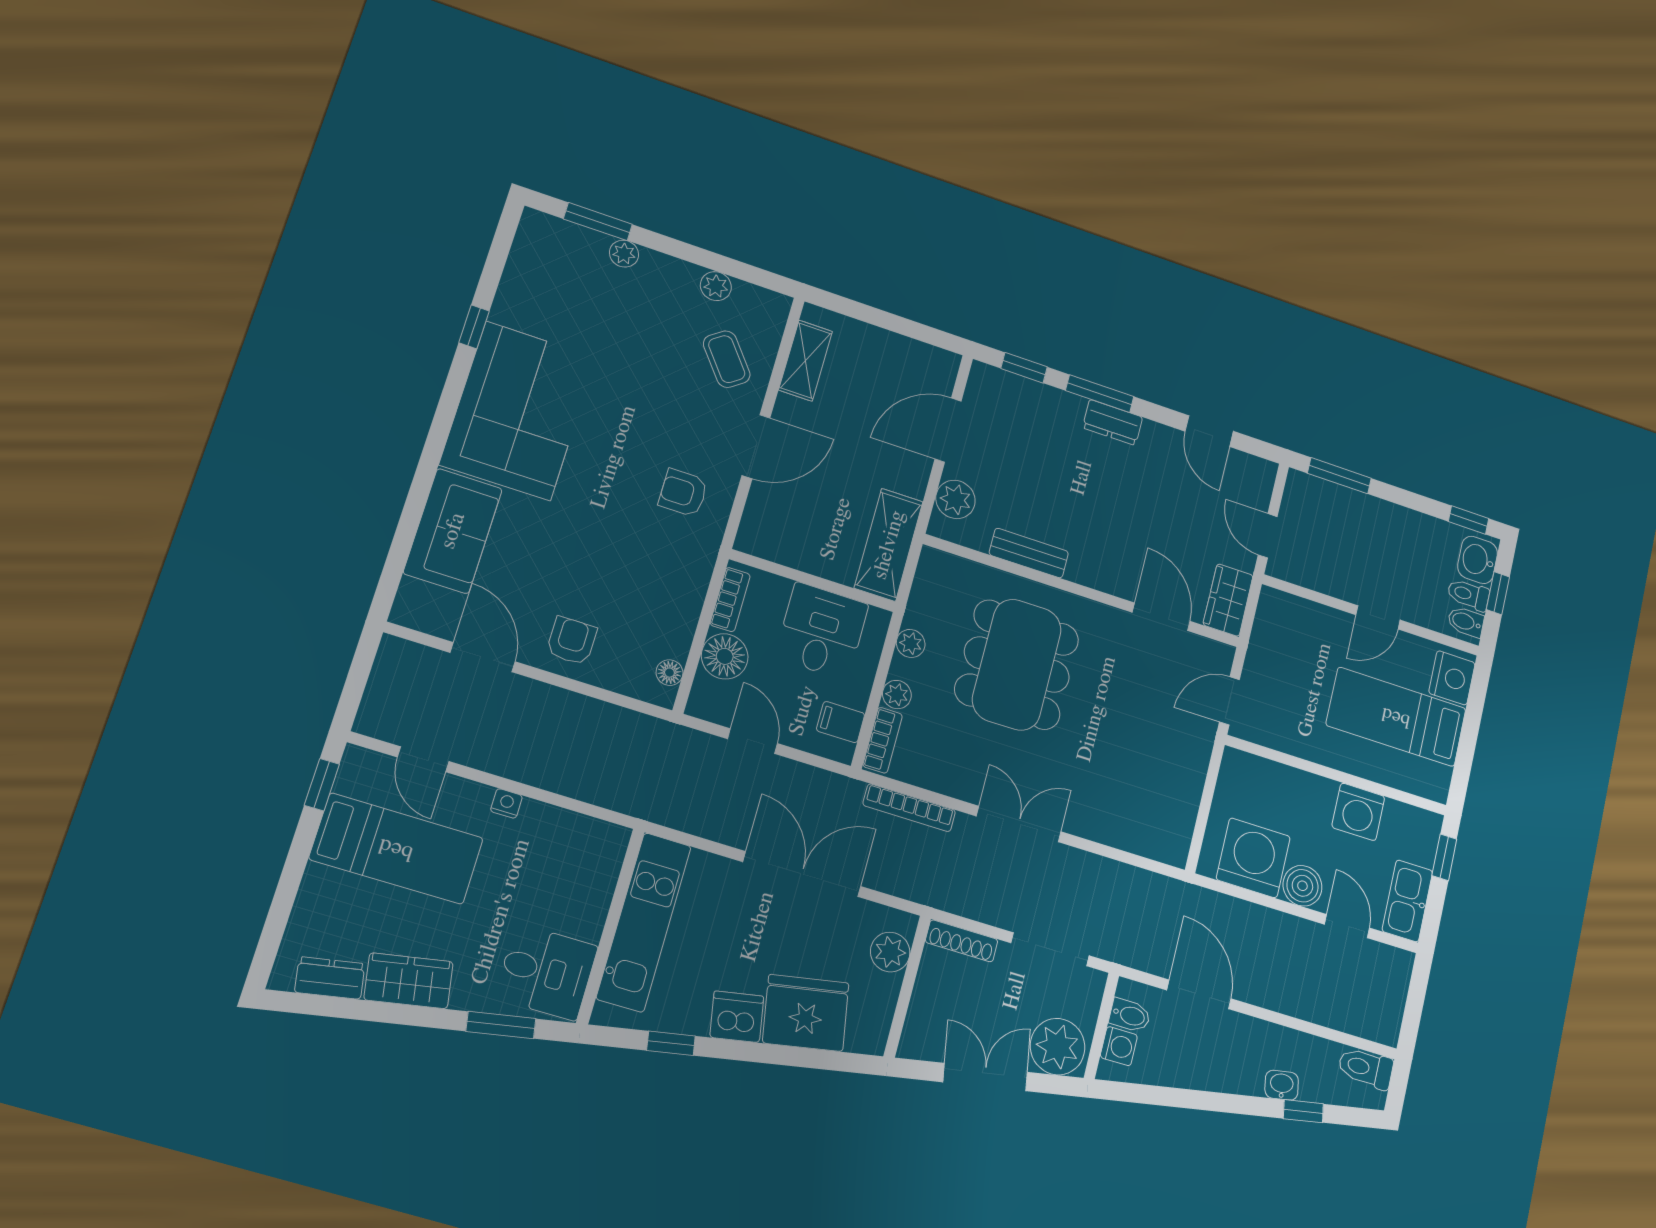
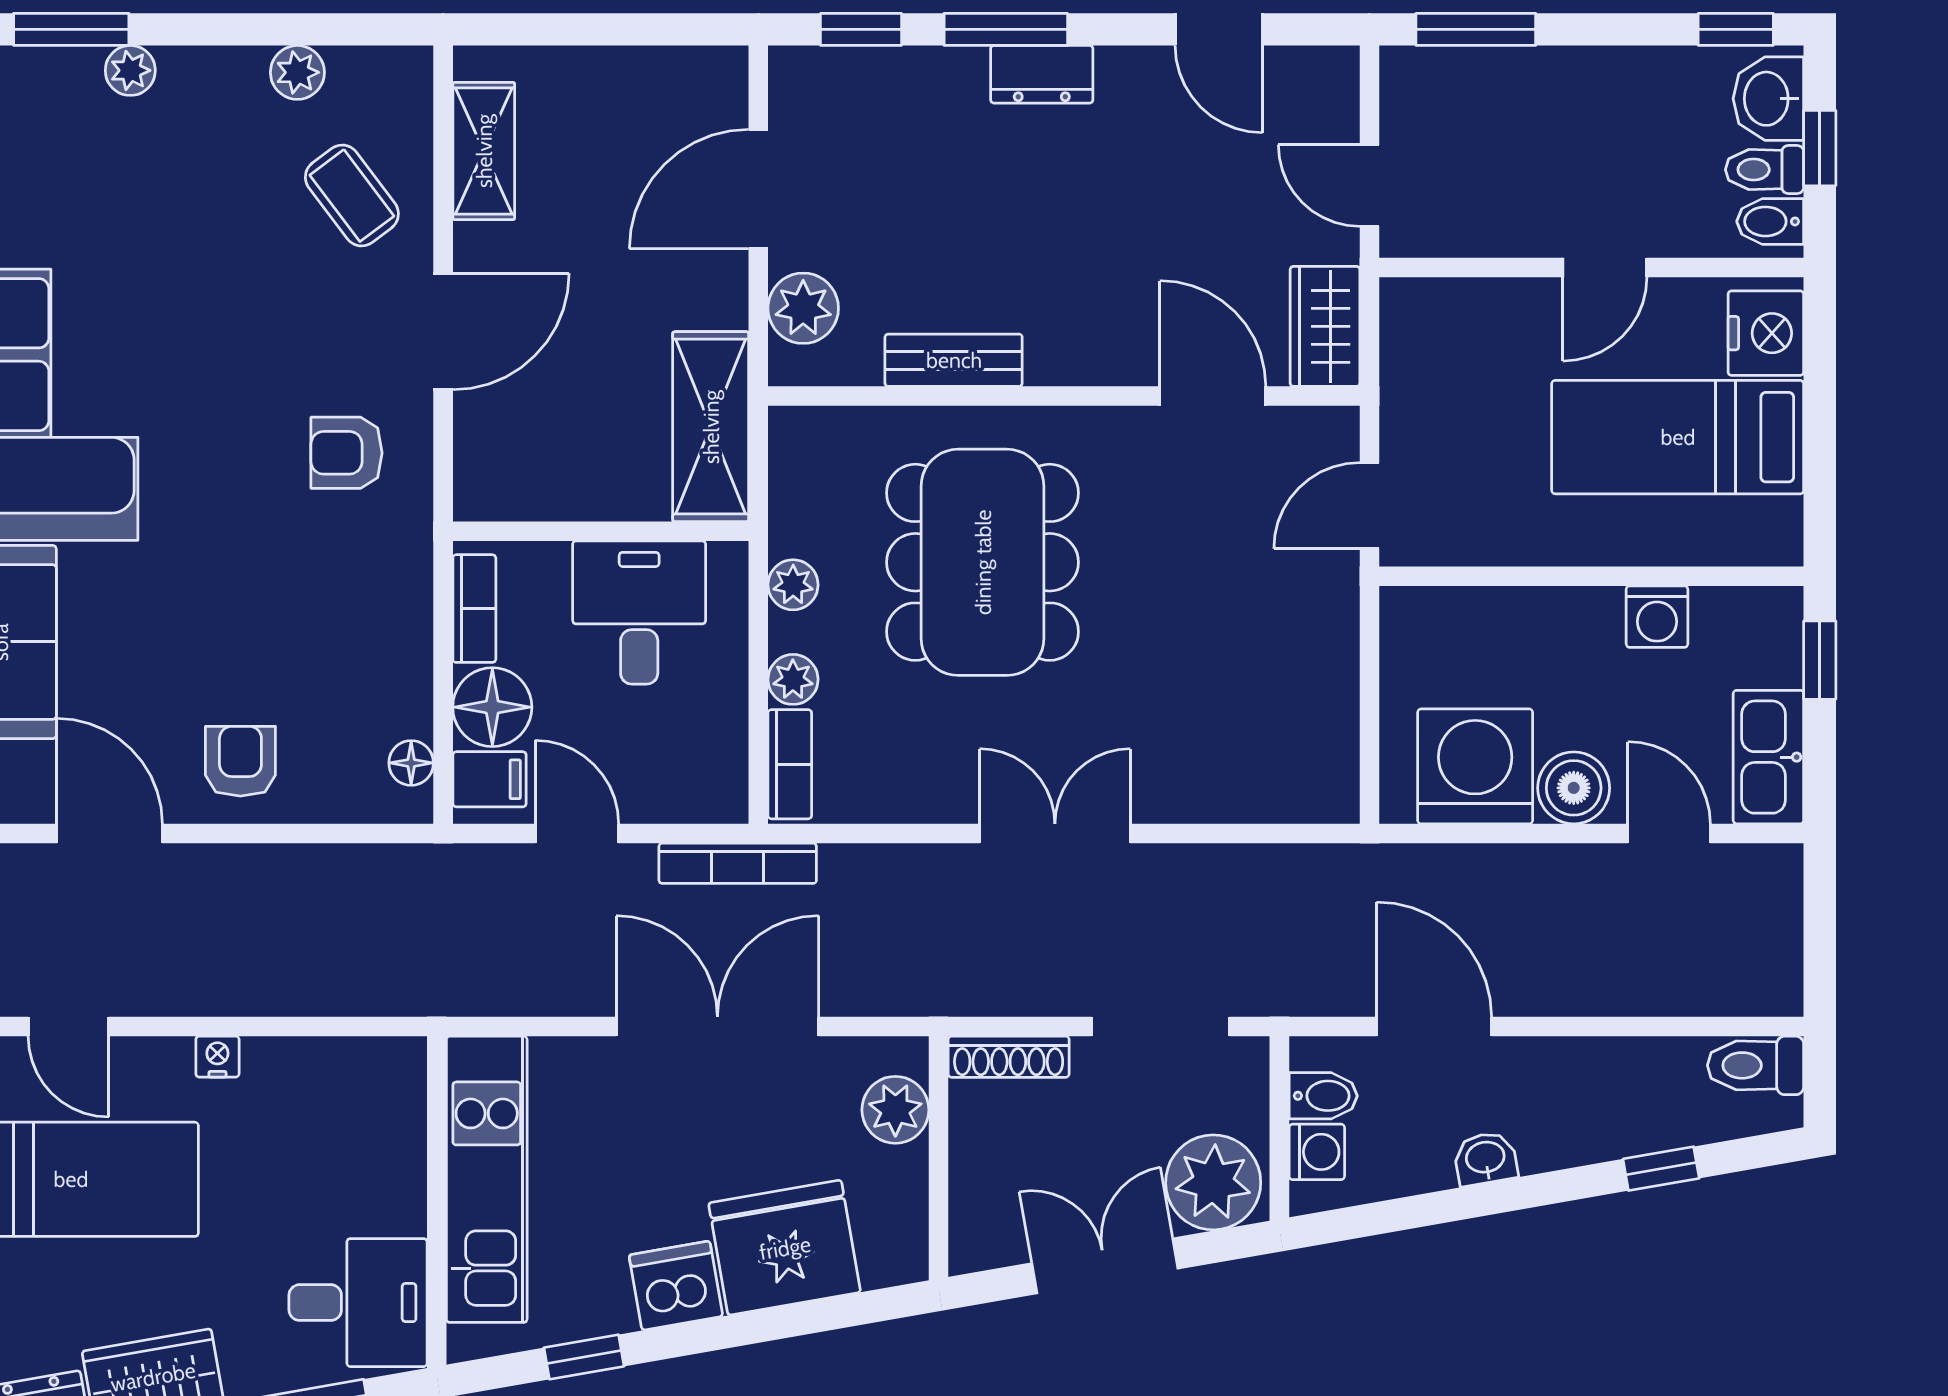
filing cabinet: (841, 722) -> (489, 779), moved, turned 180
bookcase: (909, 808) -> (738, 863), moved
washing machine: (1358, 812) -> (1657, 617), width x0.73, depth x0.73
washbasin: (1282, 1085) -> (1485, 1159), moved

